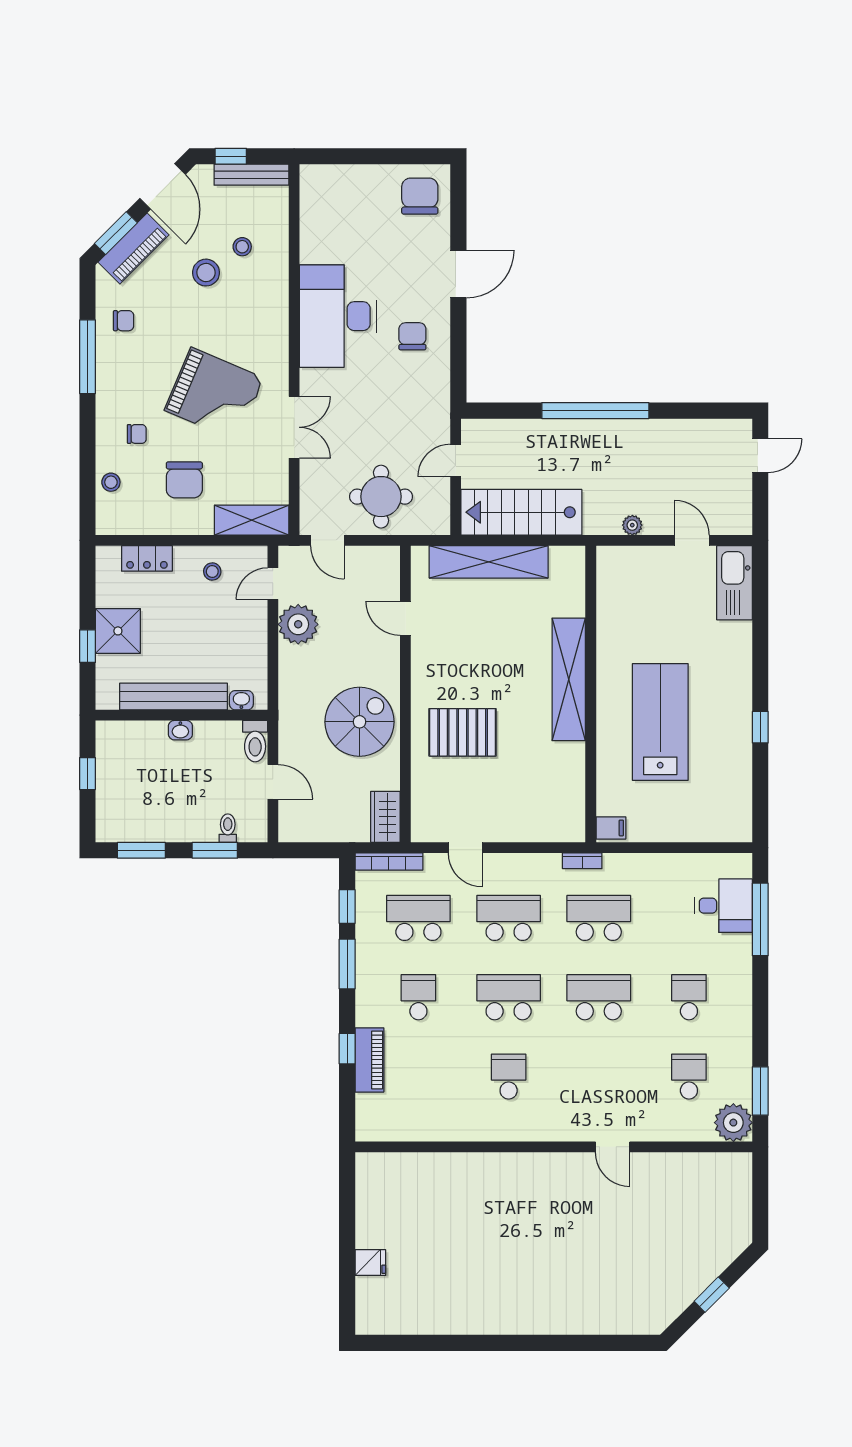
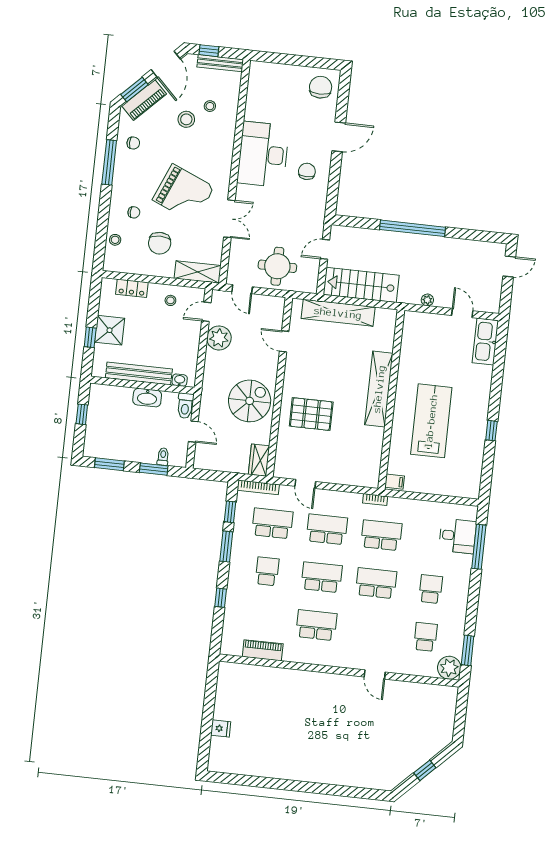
washbasin: (180, 730) -> (147, 398), width x1.91, depth x1.45
piano: (369, 1060) -> (263, 650), moved, turned -90
school desk: (509, 1077) -> (316, 625), width x1.85

